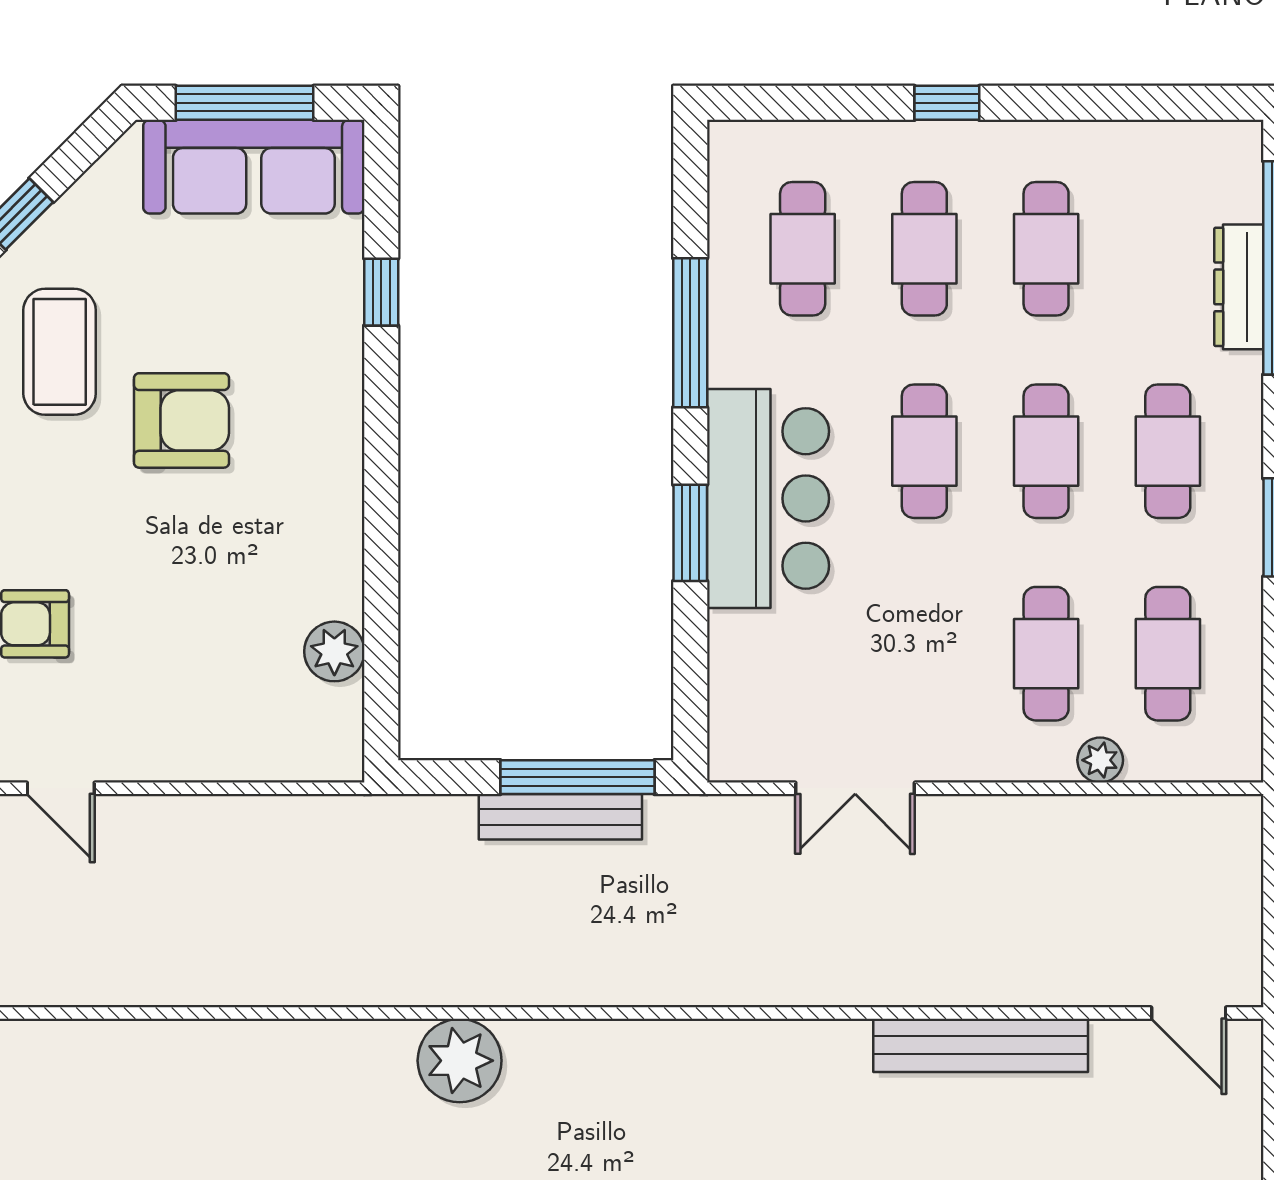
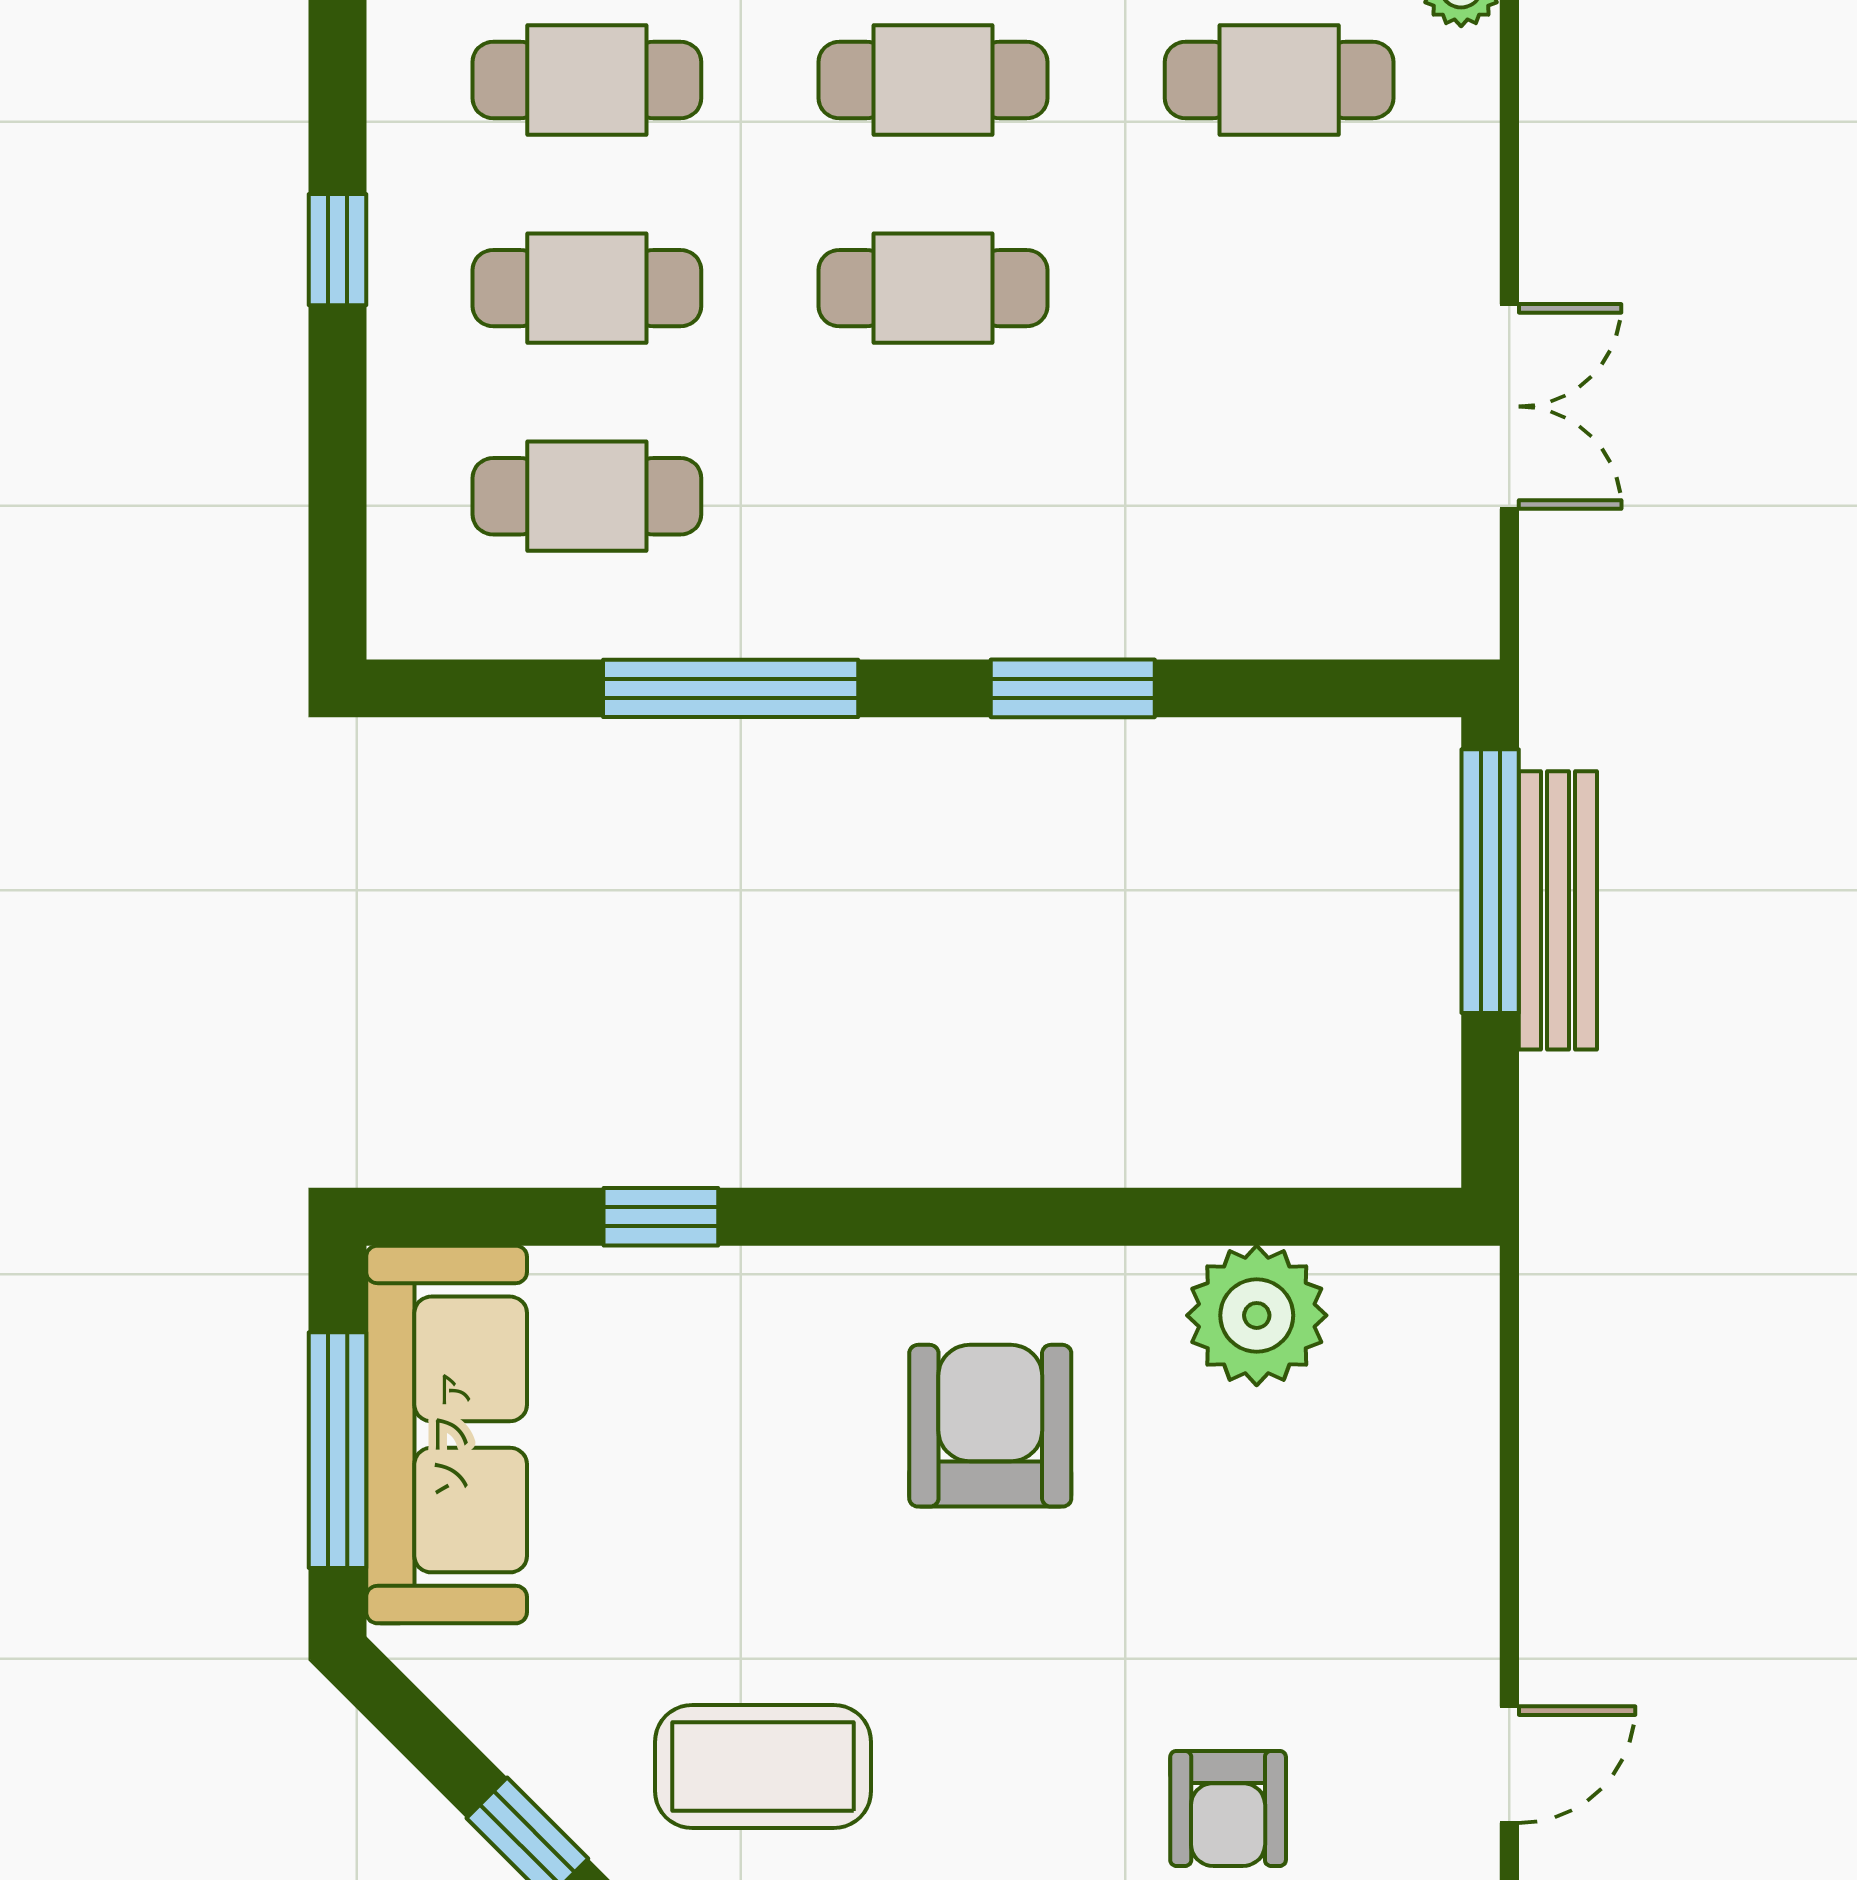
armchair: (181, 420) -> (990, 1426), moved
bar counter: (768, 498) -> (1014, 555), removed
plant: (334, 651) -> (1257, 1315), width x1.36, depth x1.36

